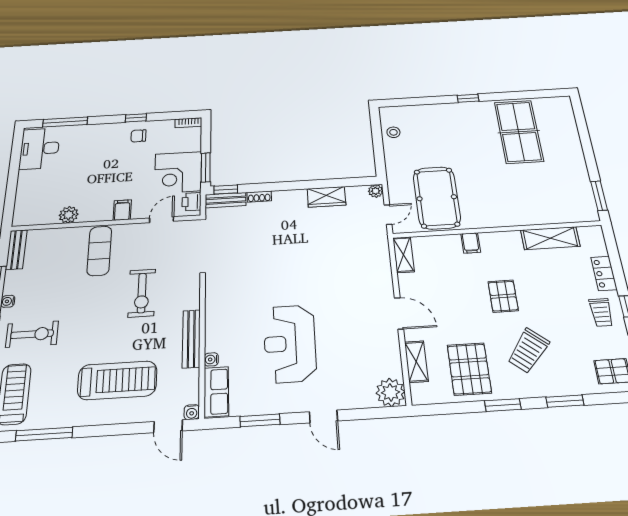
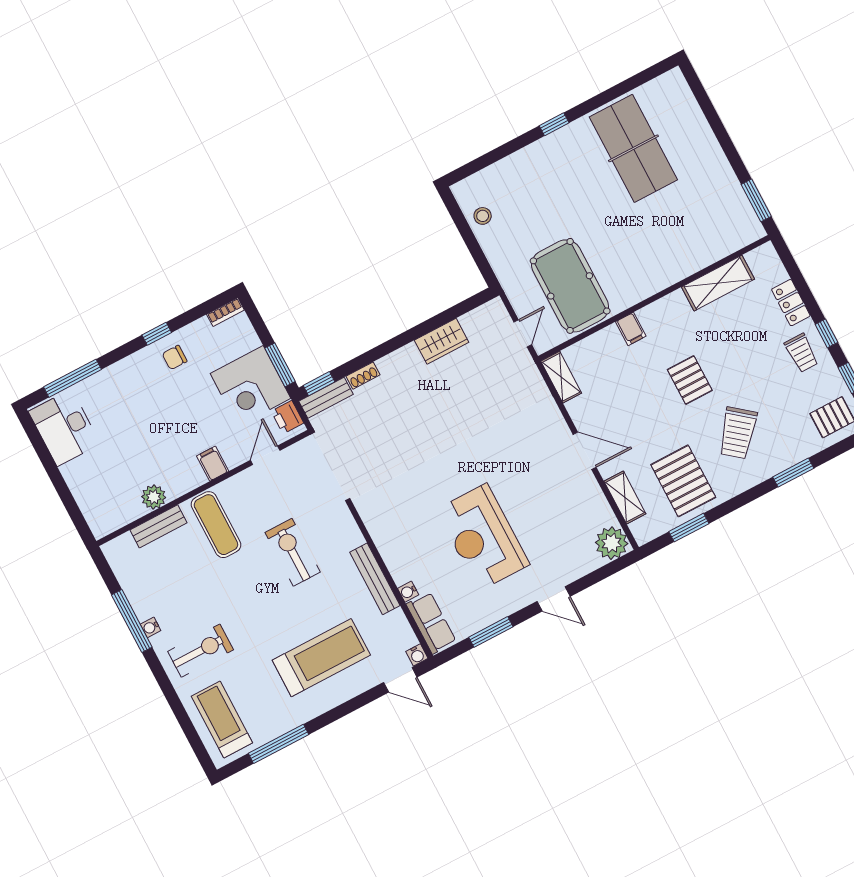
plant: (376, 191) -> (495, 308), removed
bench: (16, 250) -> (159, 526), moved, turned 90
exercise bike: (142, 293) -> (293, 552), turned 180
window: (503, 405) -> (689, 528), moved

